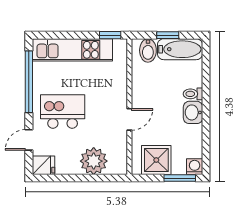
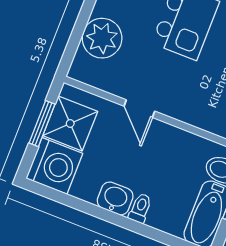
washing machine: (195, 167) -> (54, 166), width x1.89, depth x1.89
window: (180, 178) -> (42, 124), moved

